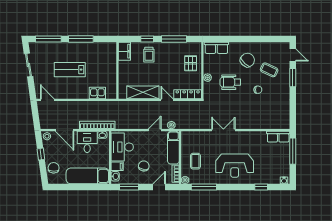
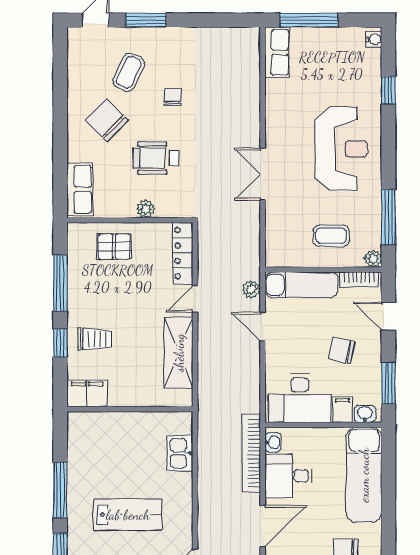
lab bench: (70, 70) -> (128, 515), turned -90
wheelchair: (230, 82) -> (156, 158), turned 90

